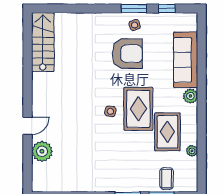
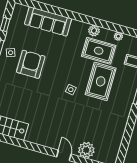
plant: (190, 96) -> (94, 31), moved
rug: (138, 109) -> (101, 81), moved, turned 90

